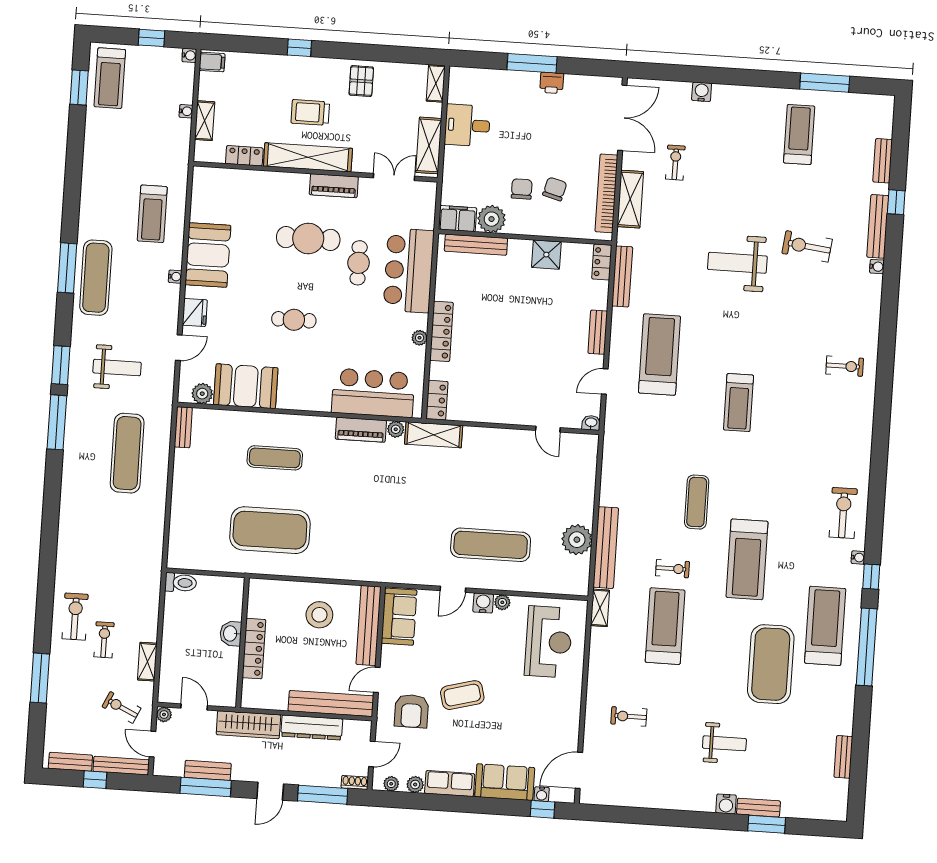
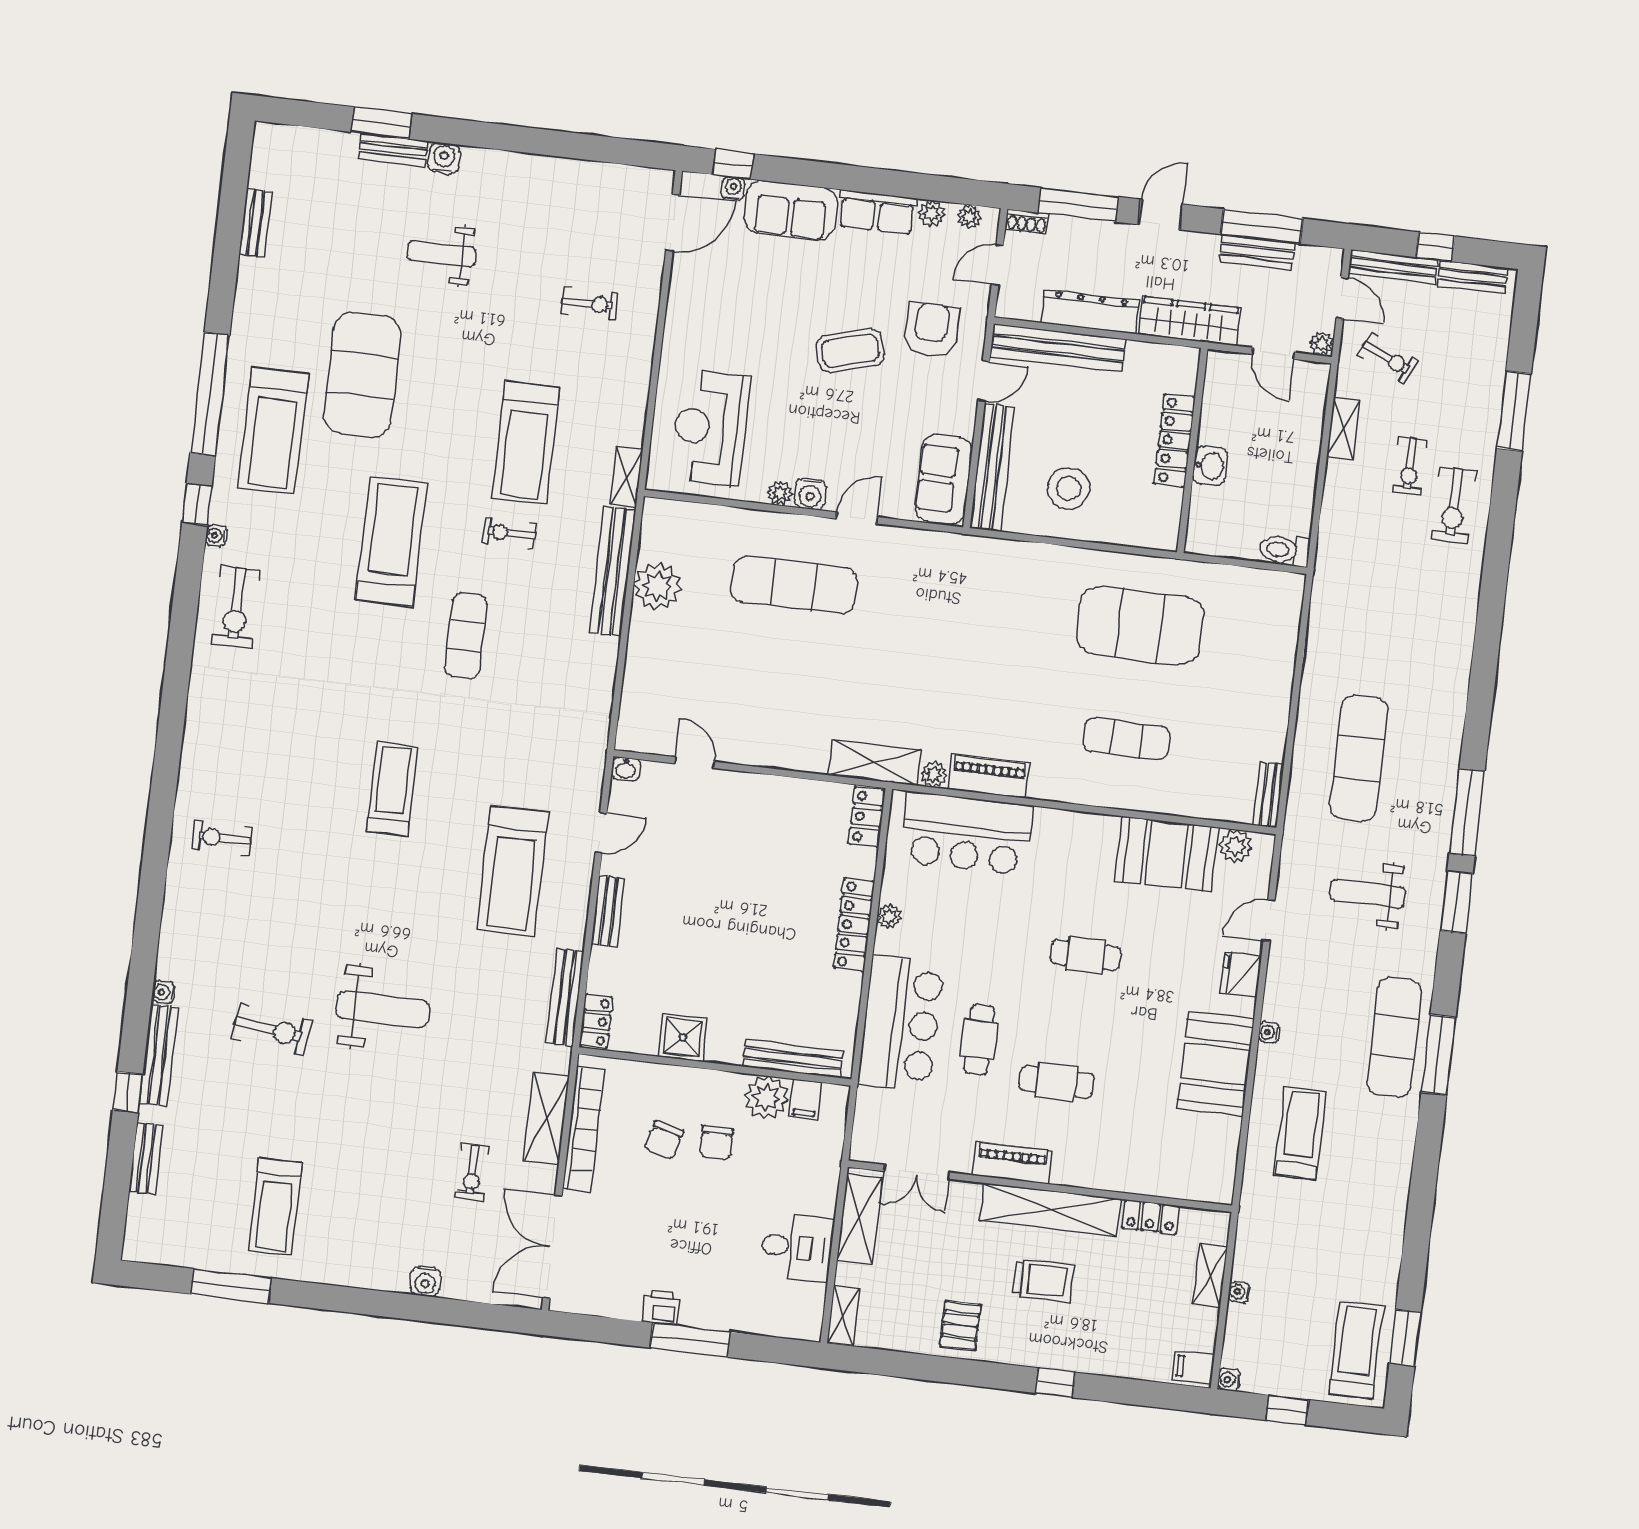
filing cabinet: (458, 219) -> (805, 1100), width x0.50
cafe table: (308, 238) -> (1056, 1082), width x0.73, depth x0.74

